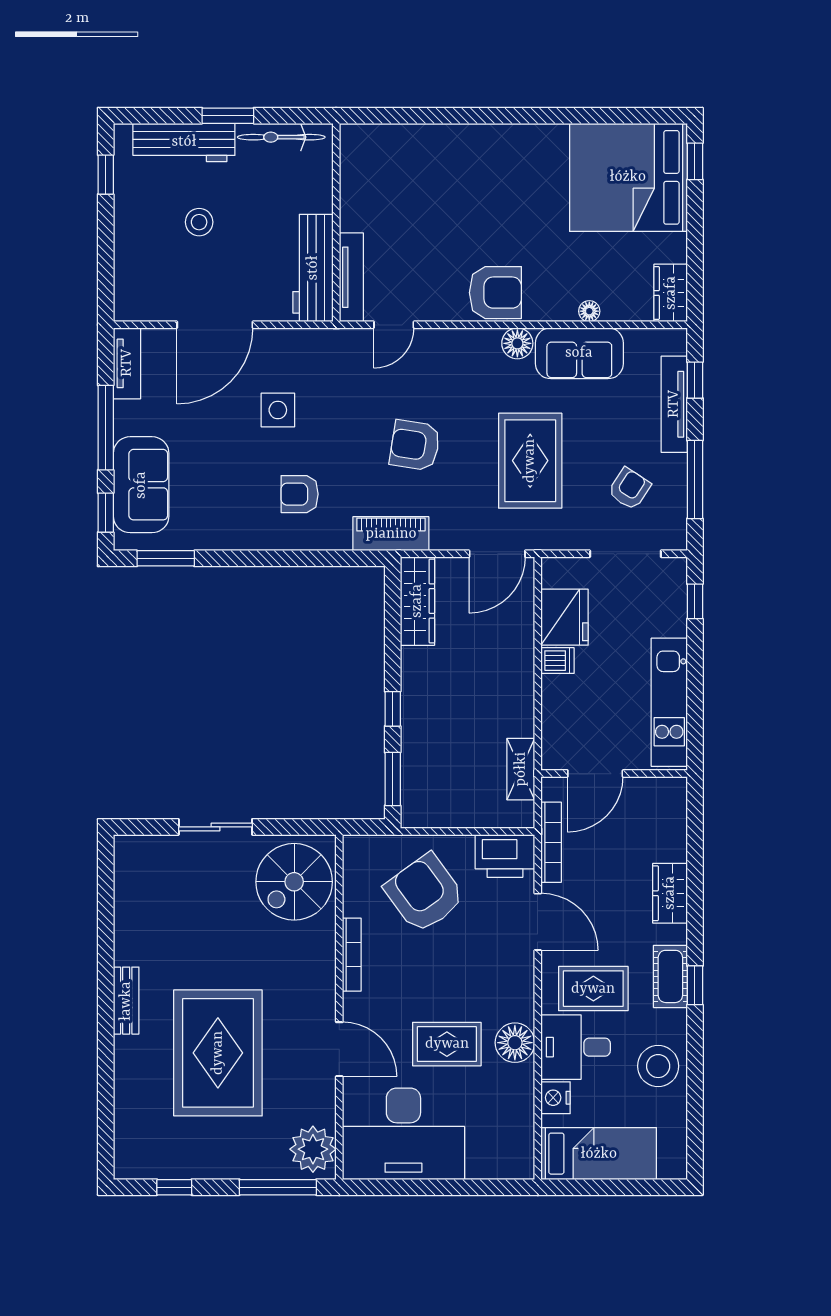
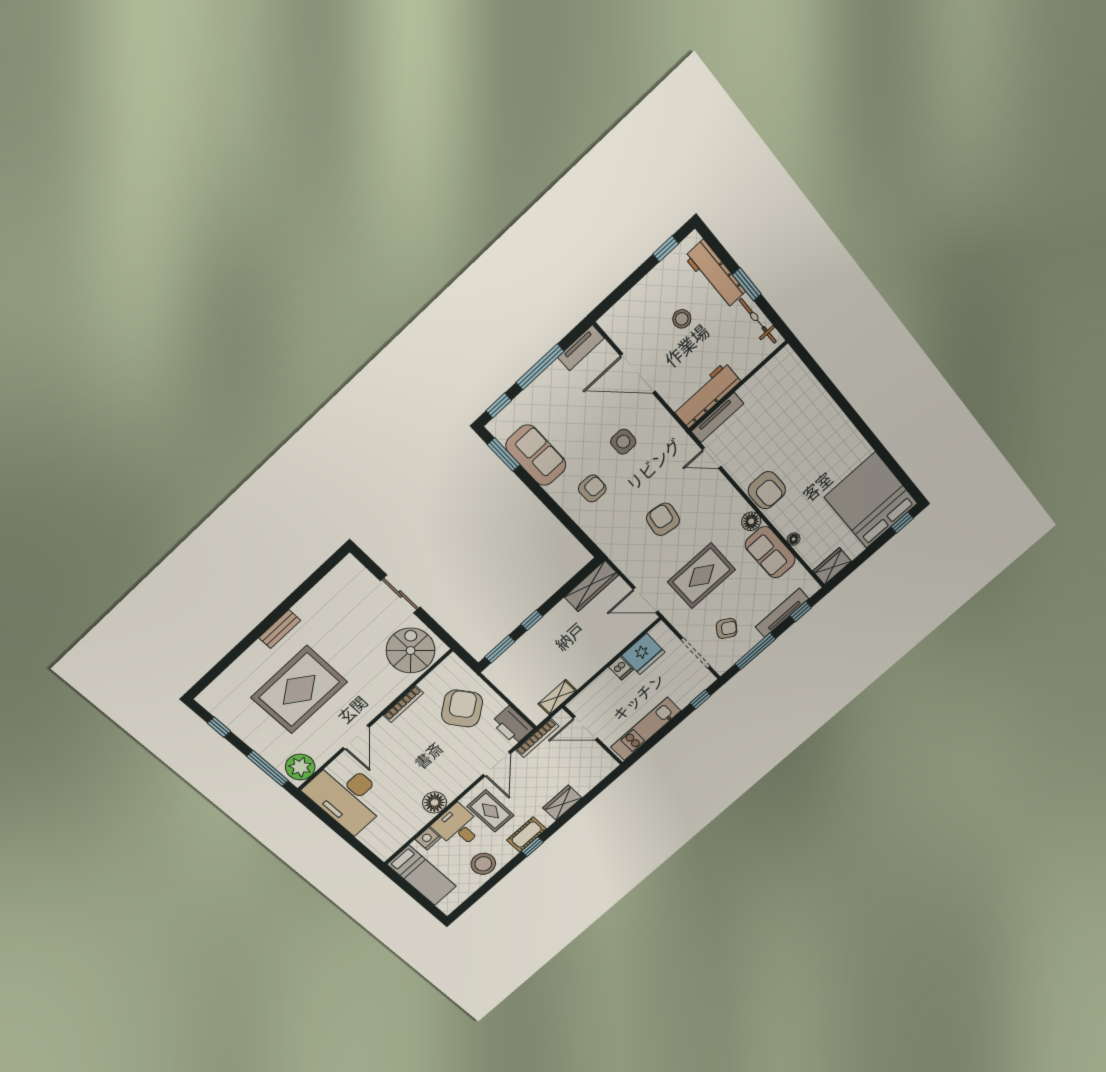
sofa: (141, 485) -> (536, 455), moved, turned -90
armchair: (300, 494) -> (592, 488), turned 90
piano: (391, 534) -> (612, 546), removed
spiral stairs: (294, 882) -> (411, 651), turned 90
rug: (447, 1044) -> (405, 777), removed

